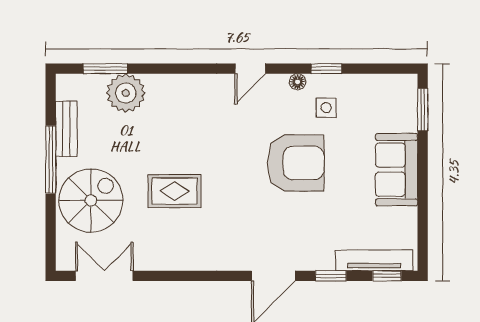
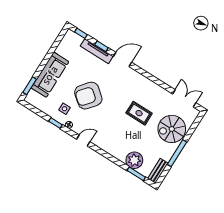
bench: (66, 129) -> (158, 171), moved
armchair: (296, 163) -> (88, 96), turned -51
sofa: (397, 170) -> (50, 75), width x1.36
tv unit: (374, 260) -> (97, 51), moved
double door: (104, 276) -> (184, 98), swing flipped

